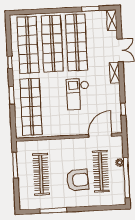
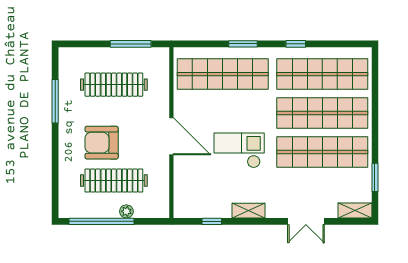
shelving: (115, 73) -> (248, 211), moved
door: (100, 135) -> (171, 136), moved
armchair: (78, 180) -> (102, 143), turned 93

